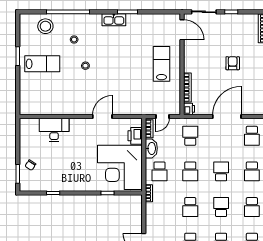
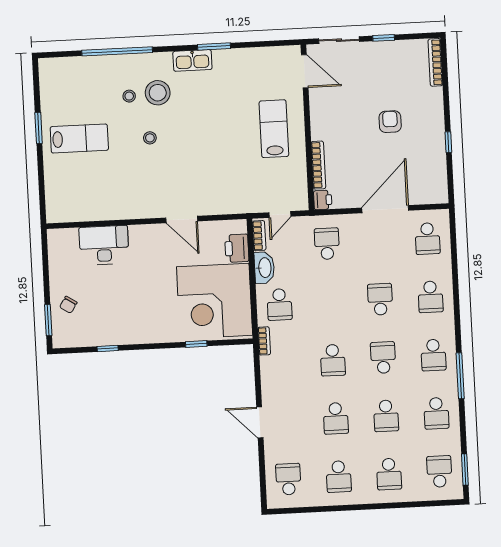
stool: (45, 26) -> (158, 93), moved
door: (102, 116) -> (182, 219), swing flipped
school desk: (190, 171) -> (330, 302), removed

